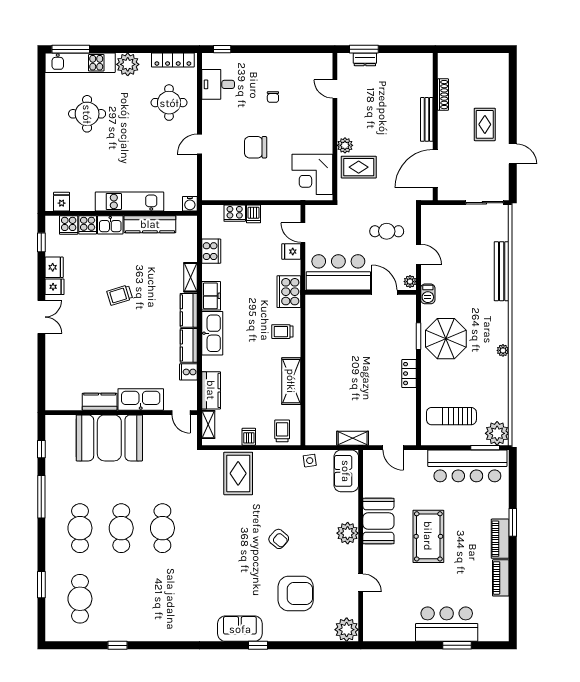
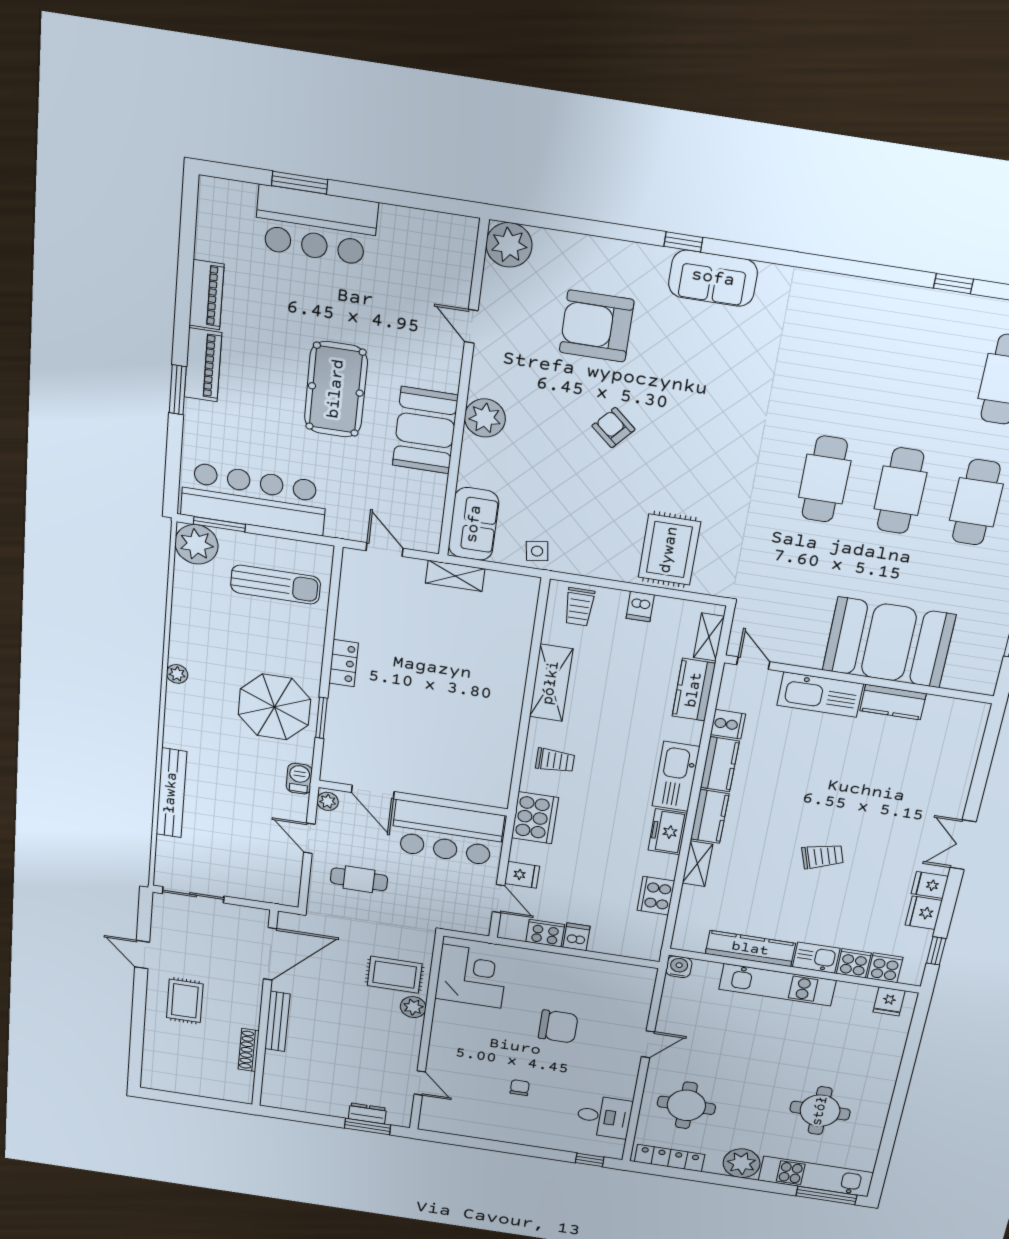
cooker: (235, 213) -> (545, 933), moved

